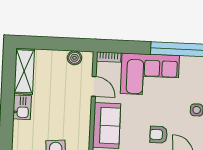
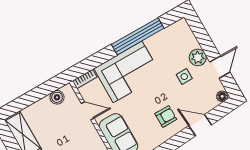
armchair: (159, 135) -> (166, 116), turned 180

